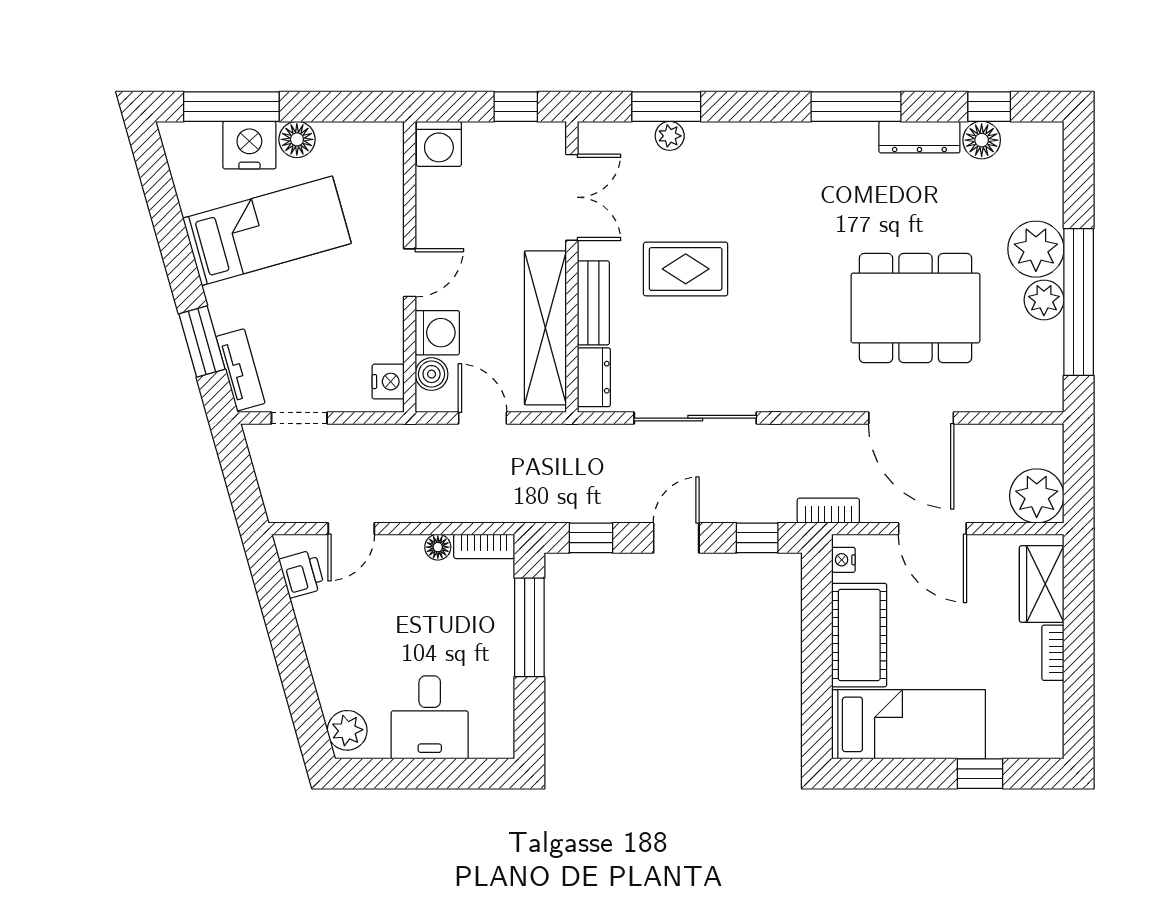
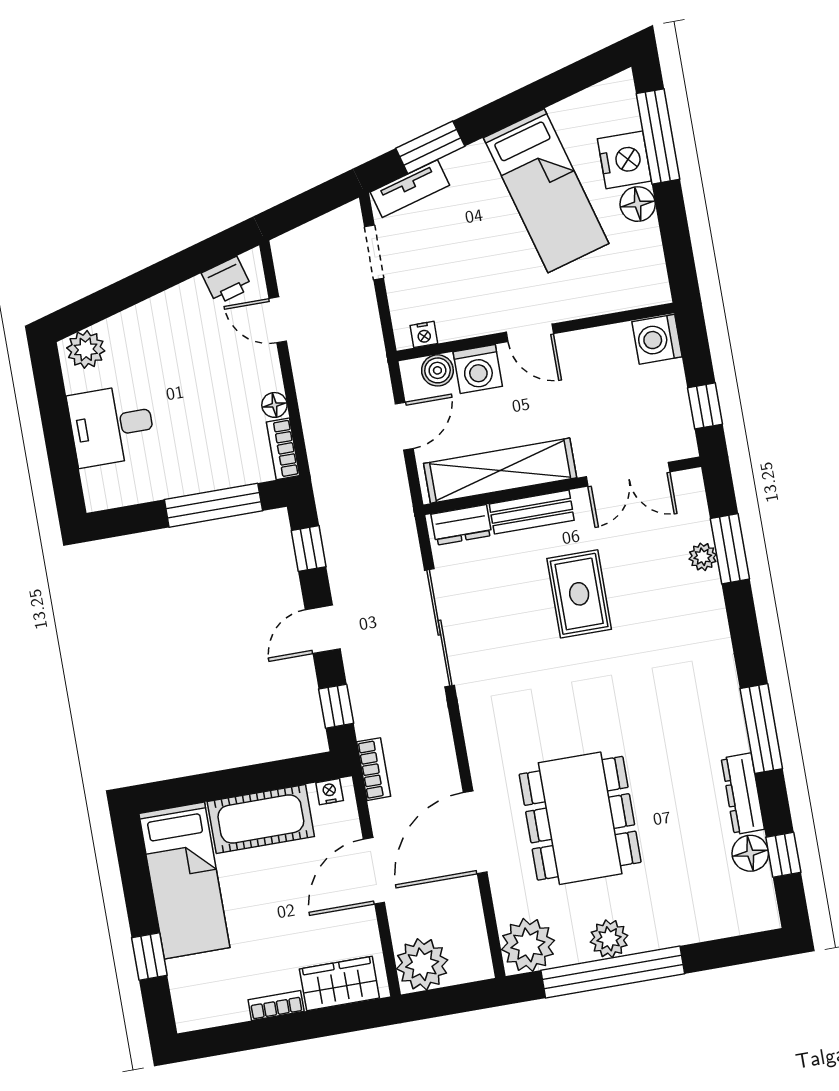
plant: (1036, 249) -> (528, 945), moved
nightstand: (388, 382) -> (424, 334), width x0.72, depth x0.74
door: (676, 538) -> (323, 629), swing flipped

